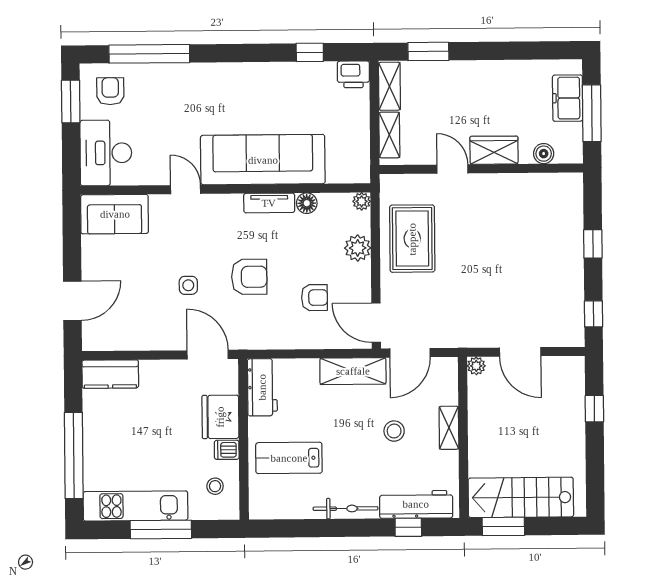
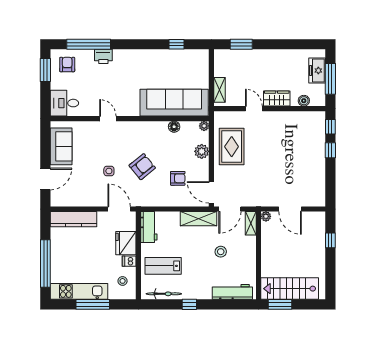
printer: (353, 74) -> (103, 56), moved
shelving: (389, 86) -> (220, 63), removed
desk: (106, 153) -> (64, 103), width x0.73
sofa: (263, 160) -> (174, 103), moved
tv unit: (269, 203) -> (154, 126), removed
sofa: (115, 214) -> (61, 146), moved, turned -90
armchair: (249, 277) -> (142, 167), turned -39
window: (594, 314) -> (330, 127), moved
kitchen counter: (110, 374) -> (74, 219), width x1.50
shelving: (449, 428) -> (251, 223), moved
bicycle: (345, 509) -> (164, 294), moved
window: (408, 527) -> (189, 304), moved

